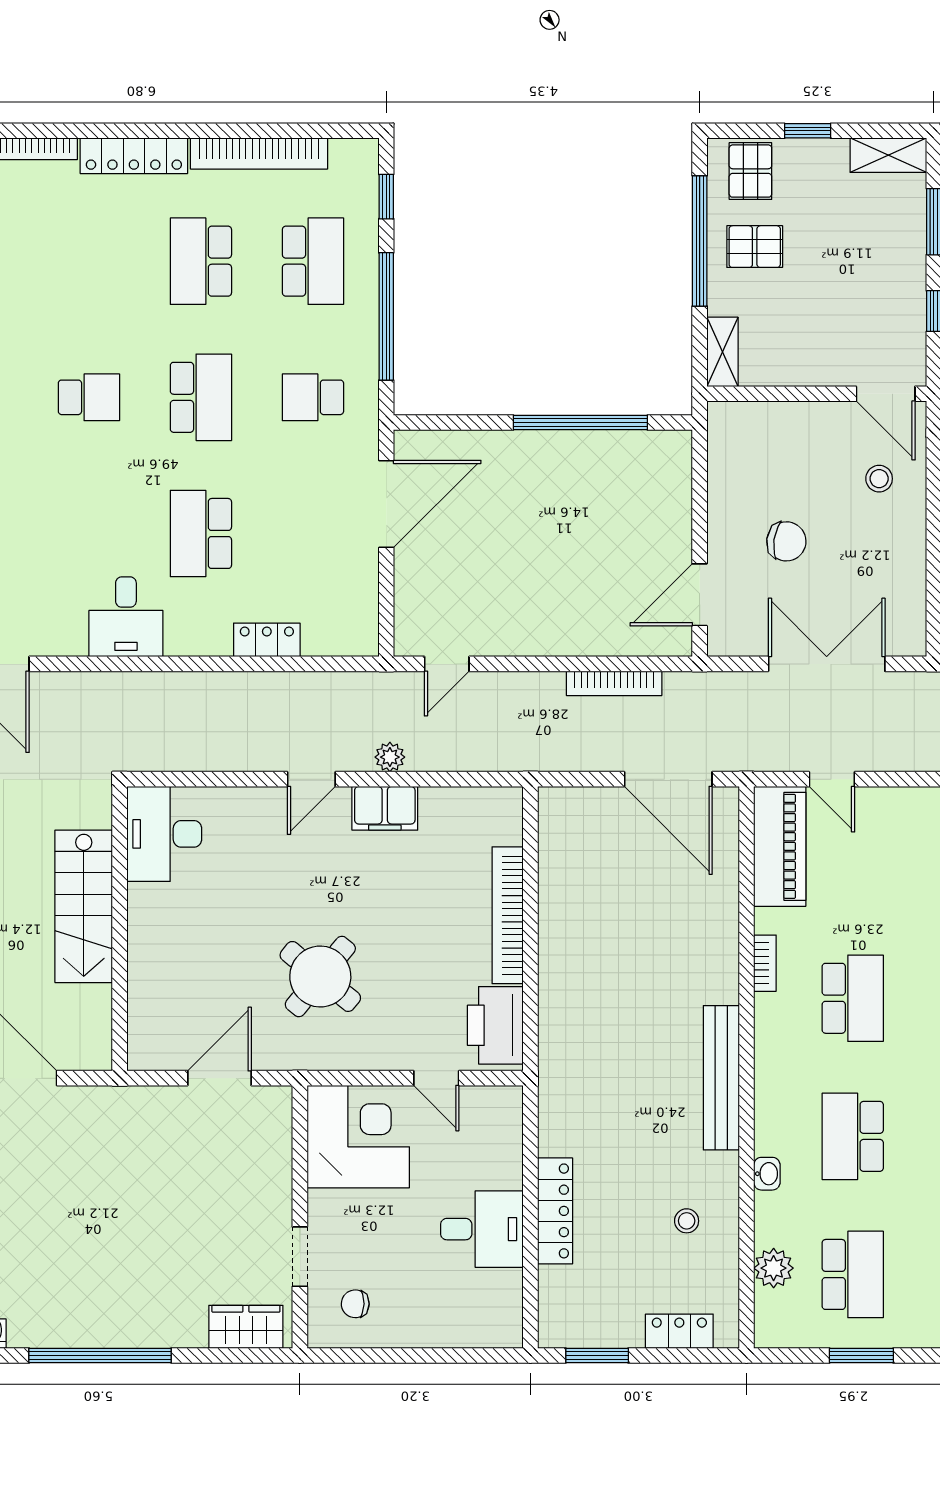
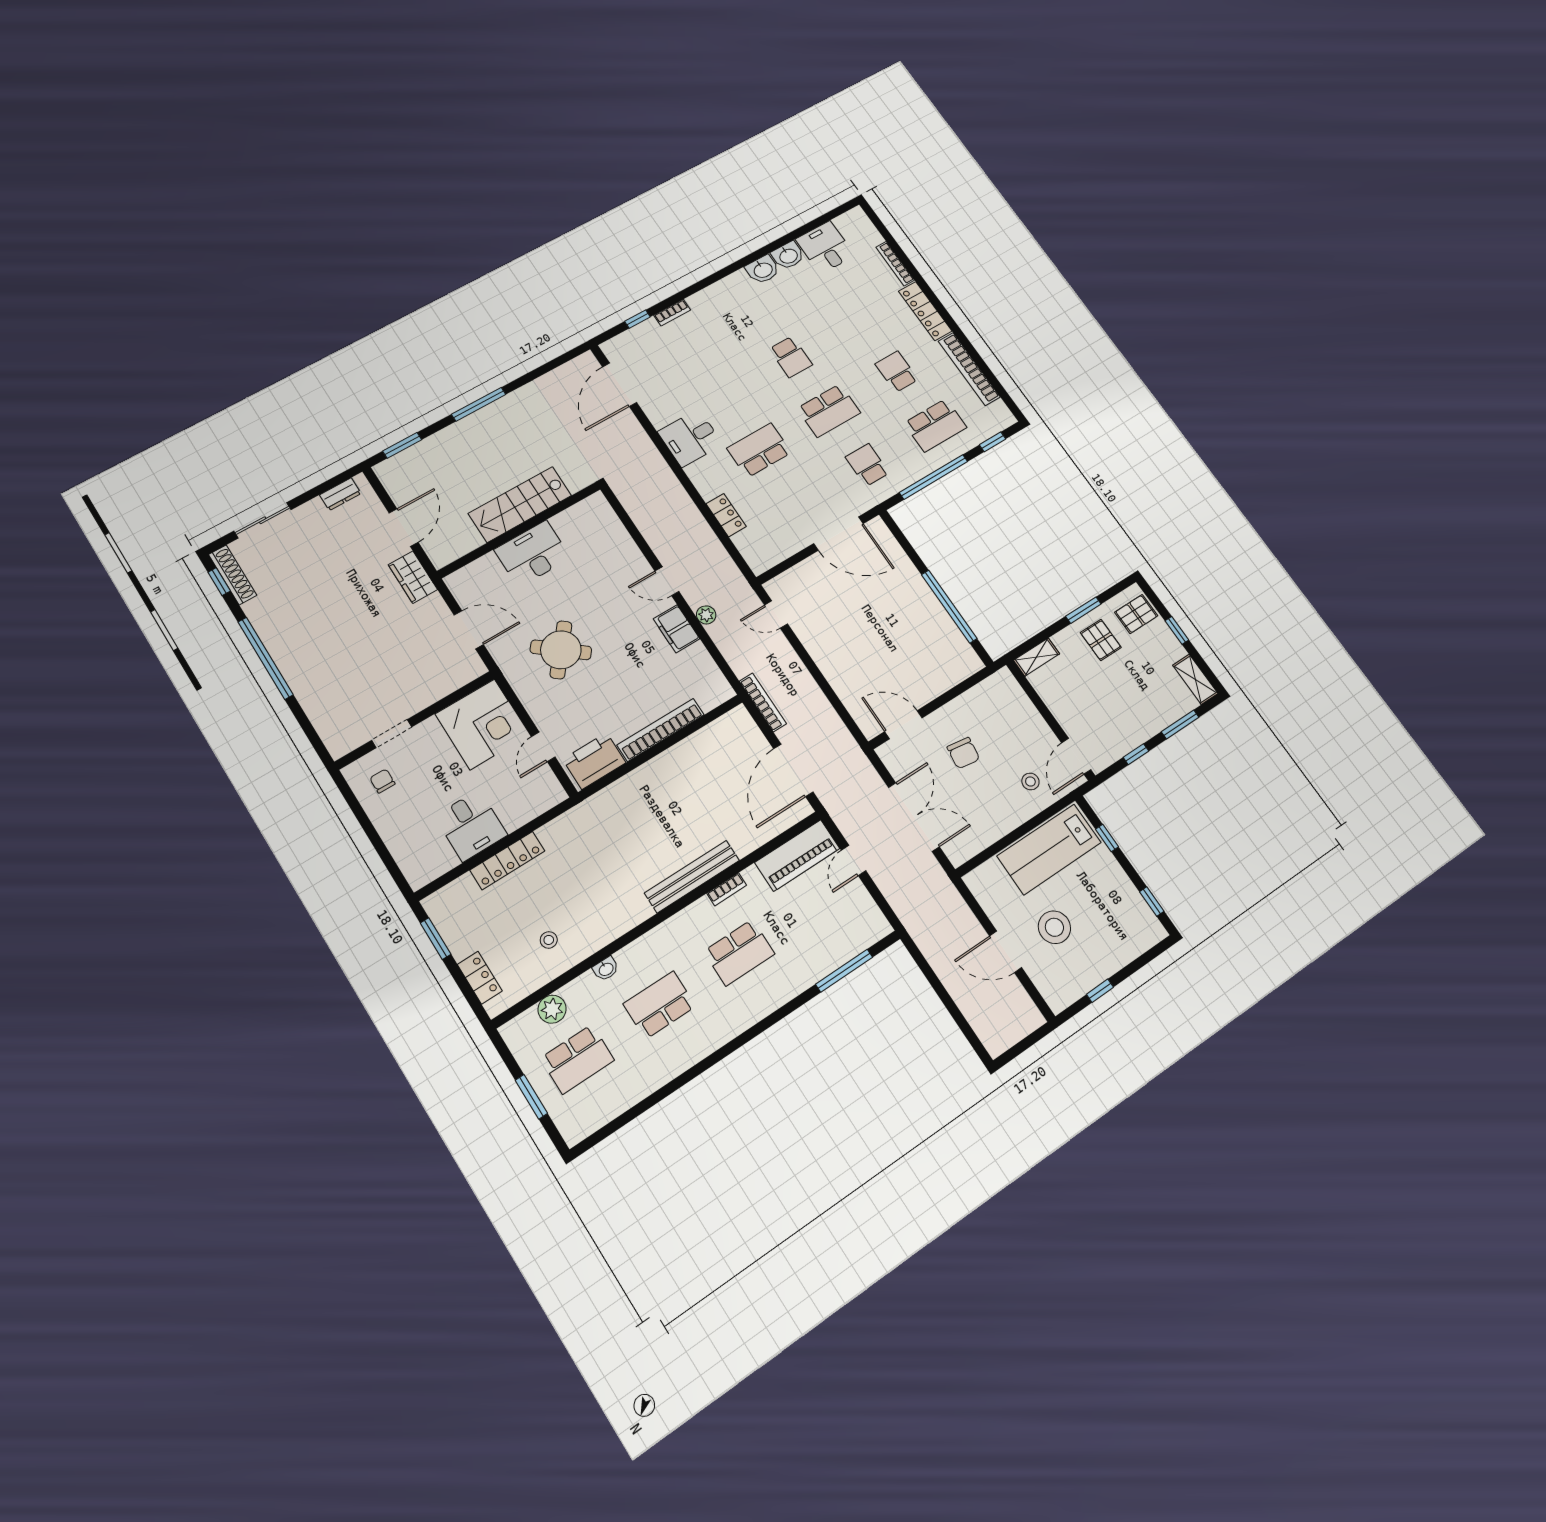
window: (700, 241) -> (1083, 610), width x0.47
school desk: (201, 261) -> (897, 372), width x0.54
bookcase: (614, 683) -> (763, 702), moved, turned 180
desk: (164, 834) -> (533, 554), moved
bench: (721, 1078) -> (692, 877), moved
wardrobe: (246, 1327) -> (413, 577), moved, turned 180

